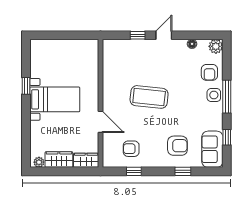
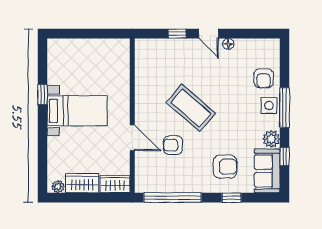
door: (164, 35) -> (209, 34), swing flipped
floor lamp: (192, 44) -> (228, 44), moved
plant: (216, 46) -> (271, 139), moved
coffee table: (149, 97) -> (191, 108), turned 35
armchair: (131, 149) -> (173, 145), moved
window: (134, 171) -> (173, 198), width x3.17

